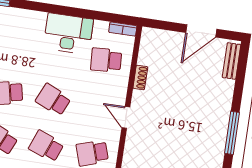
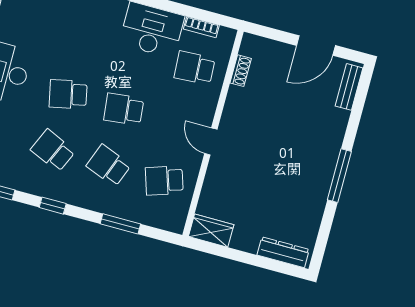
bookcase: (123, 29) -> (201, 27), moved
shoe rack: (140, 77) -> (241, 71), moved
school desk: (53, 100) -> (124, 109), turned -30

